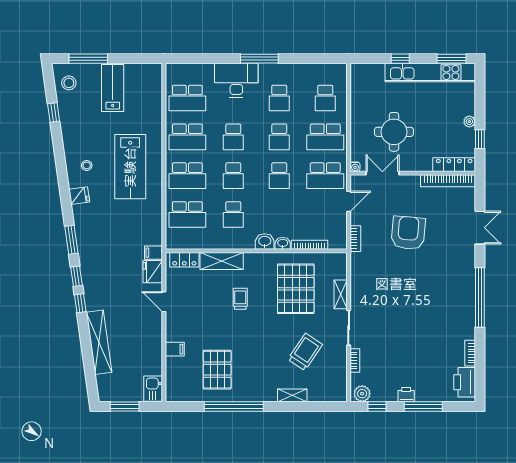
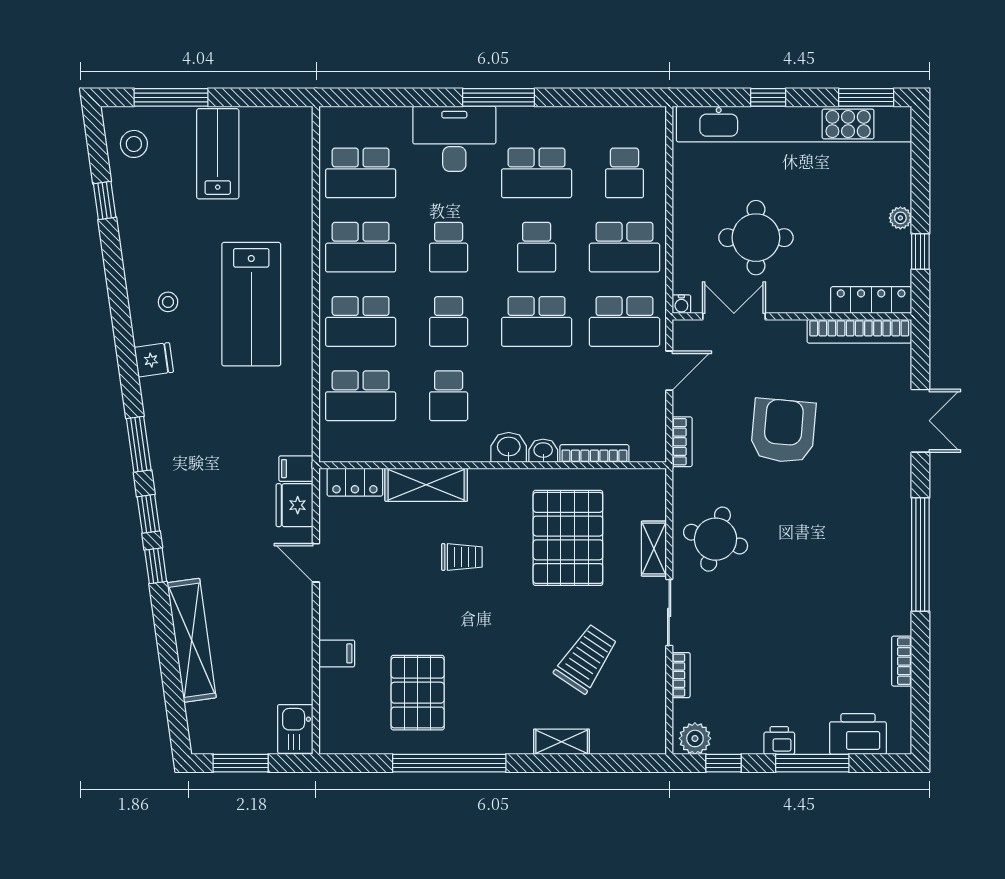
kitchen unit: (430, 72) -> (794, 124), width x1.36
school desk: (279, 98) -> (537, 173), width x1.85
school desk: (279, 176) -> (537, 321), width x1.85
round table: (373, 289) -> (716, 539), added
trolley: (240, 299) -> (462, 557), turned 90
printer: (465, 382) -> (858, 734), moved, turned 90

